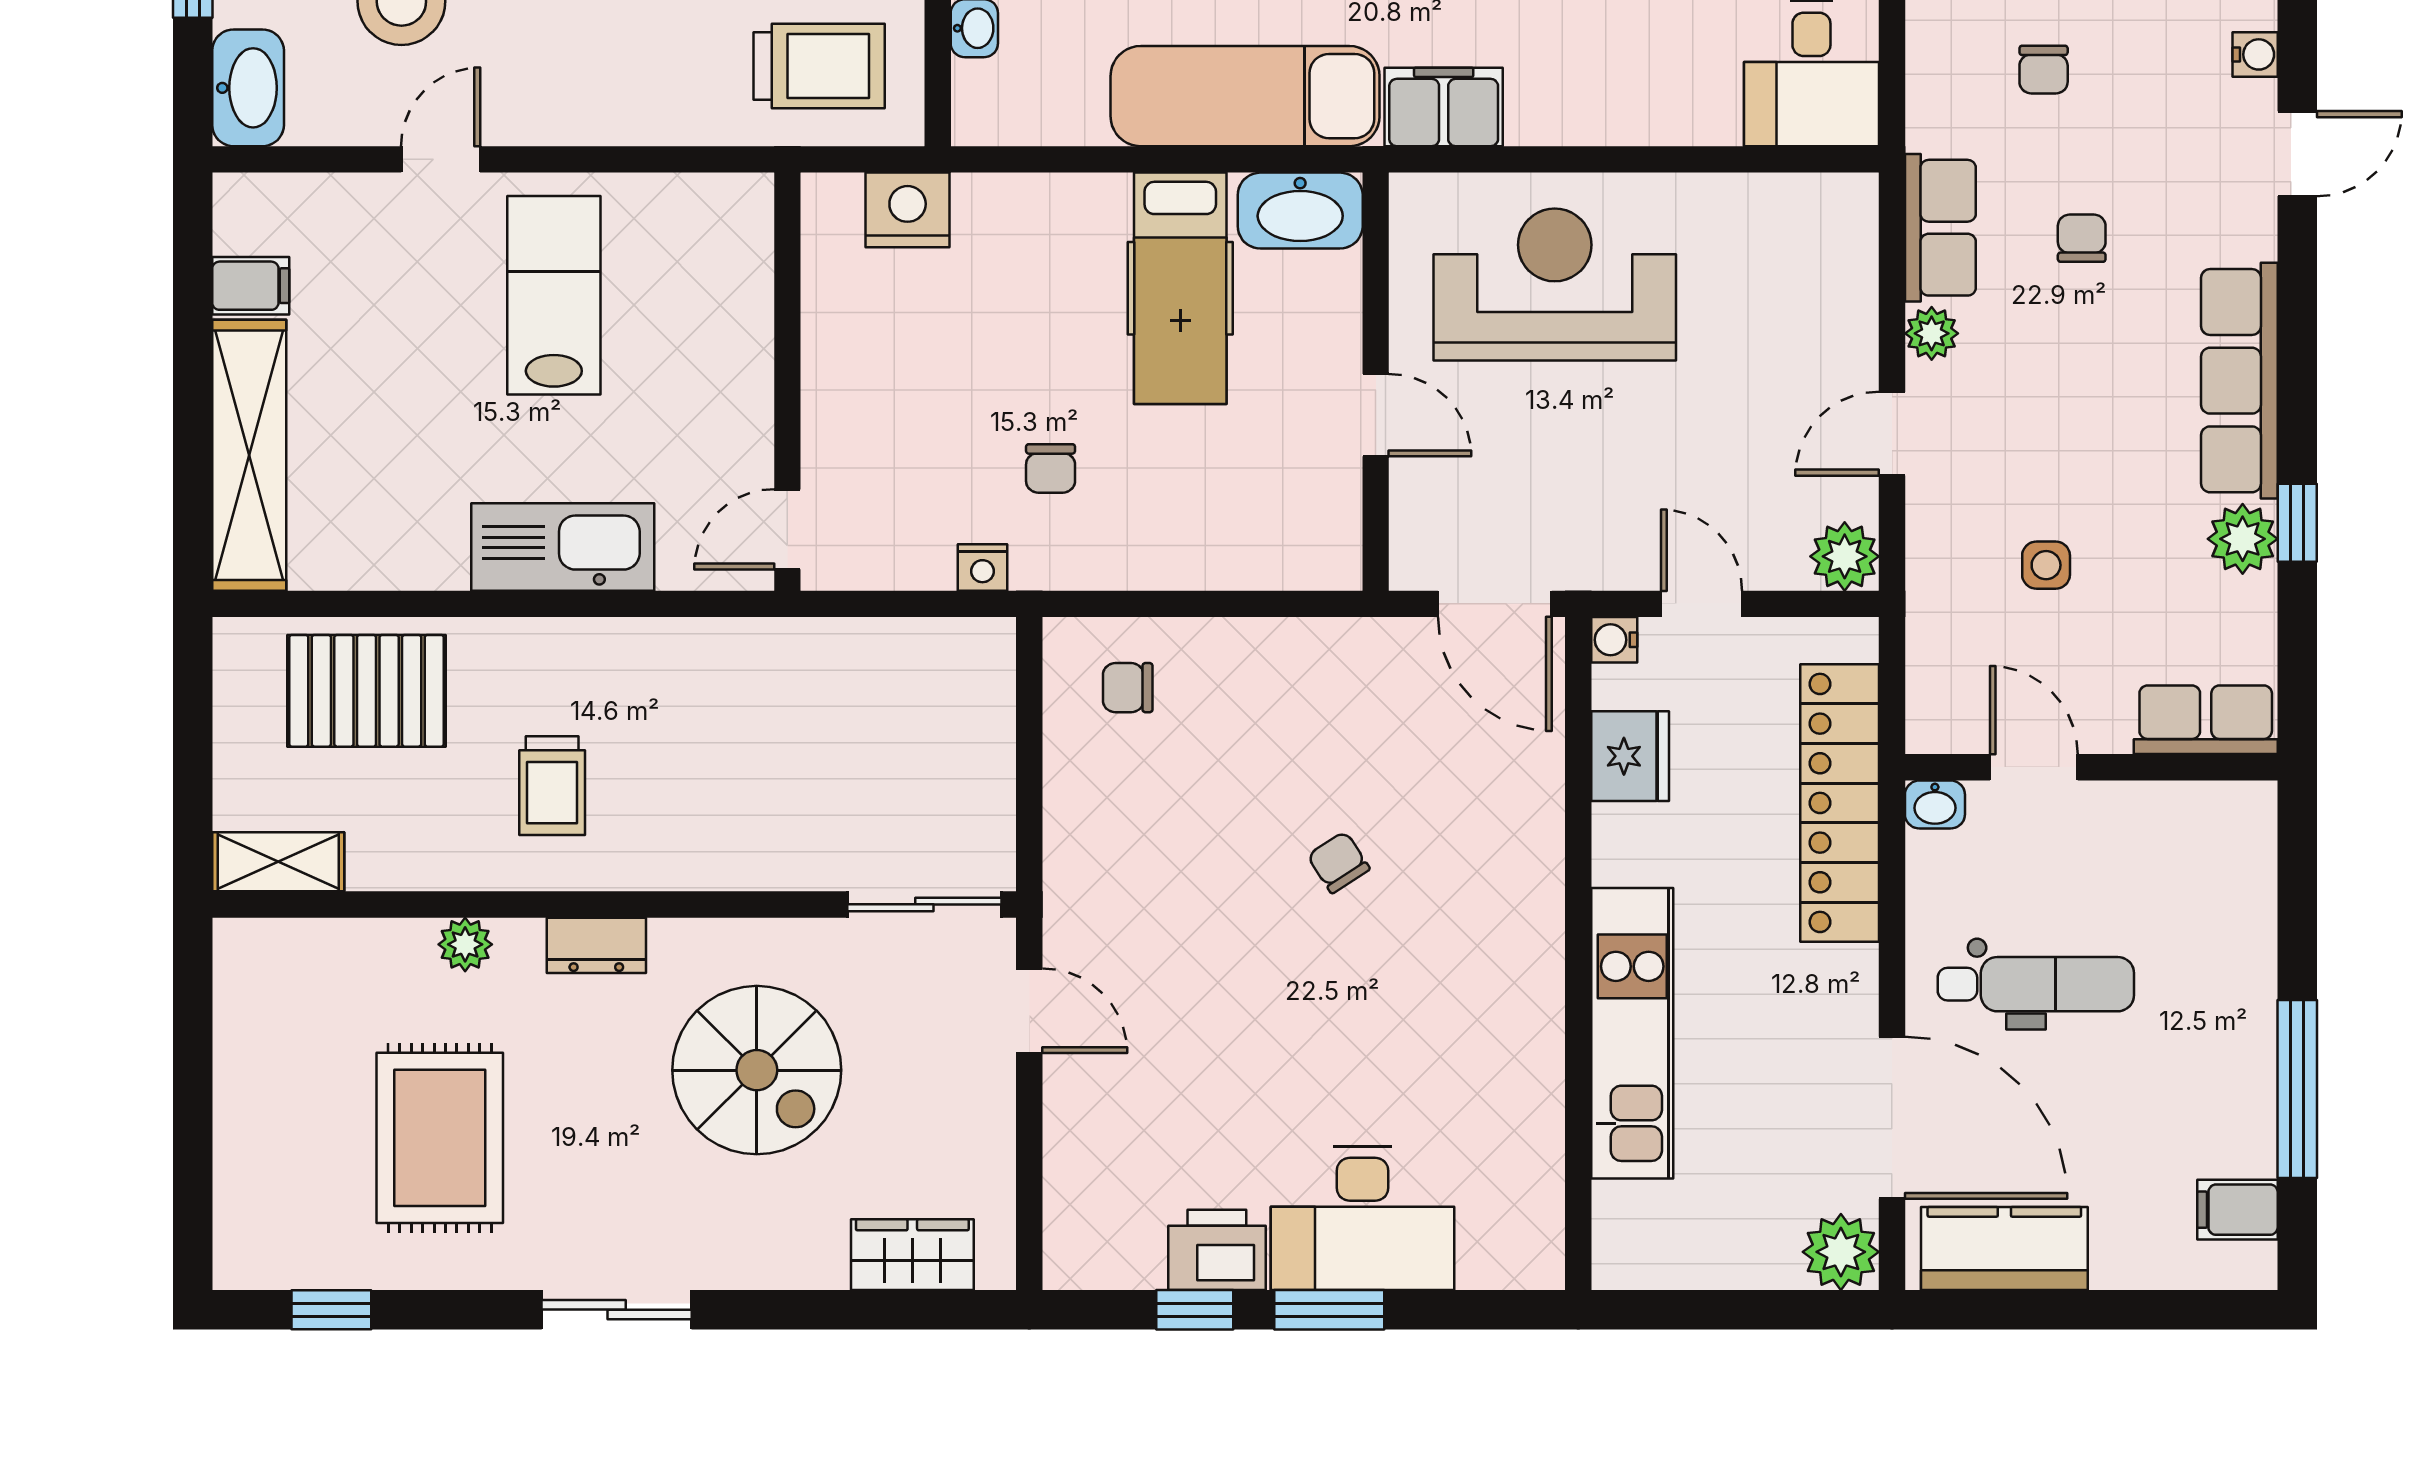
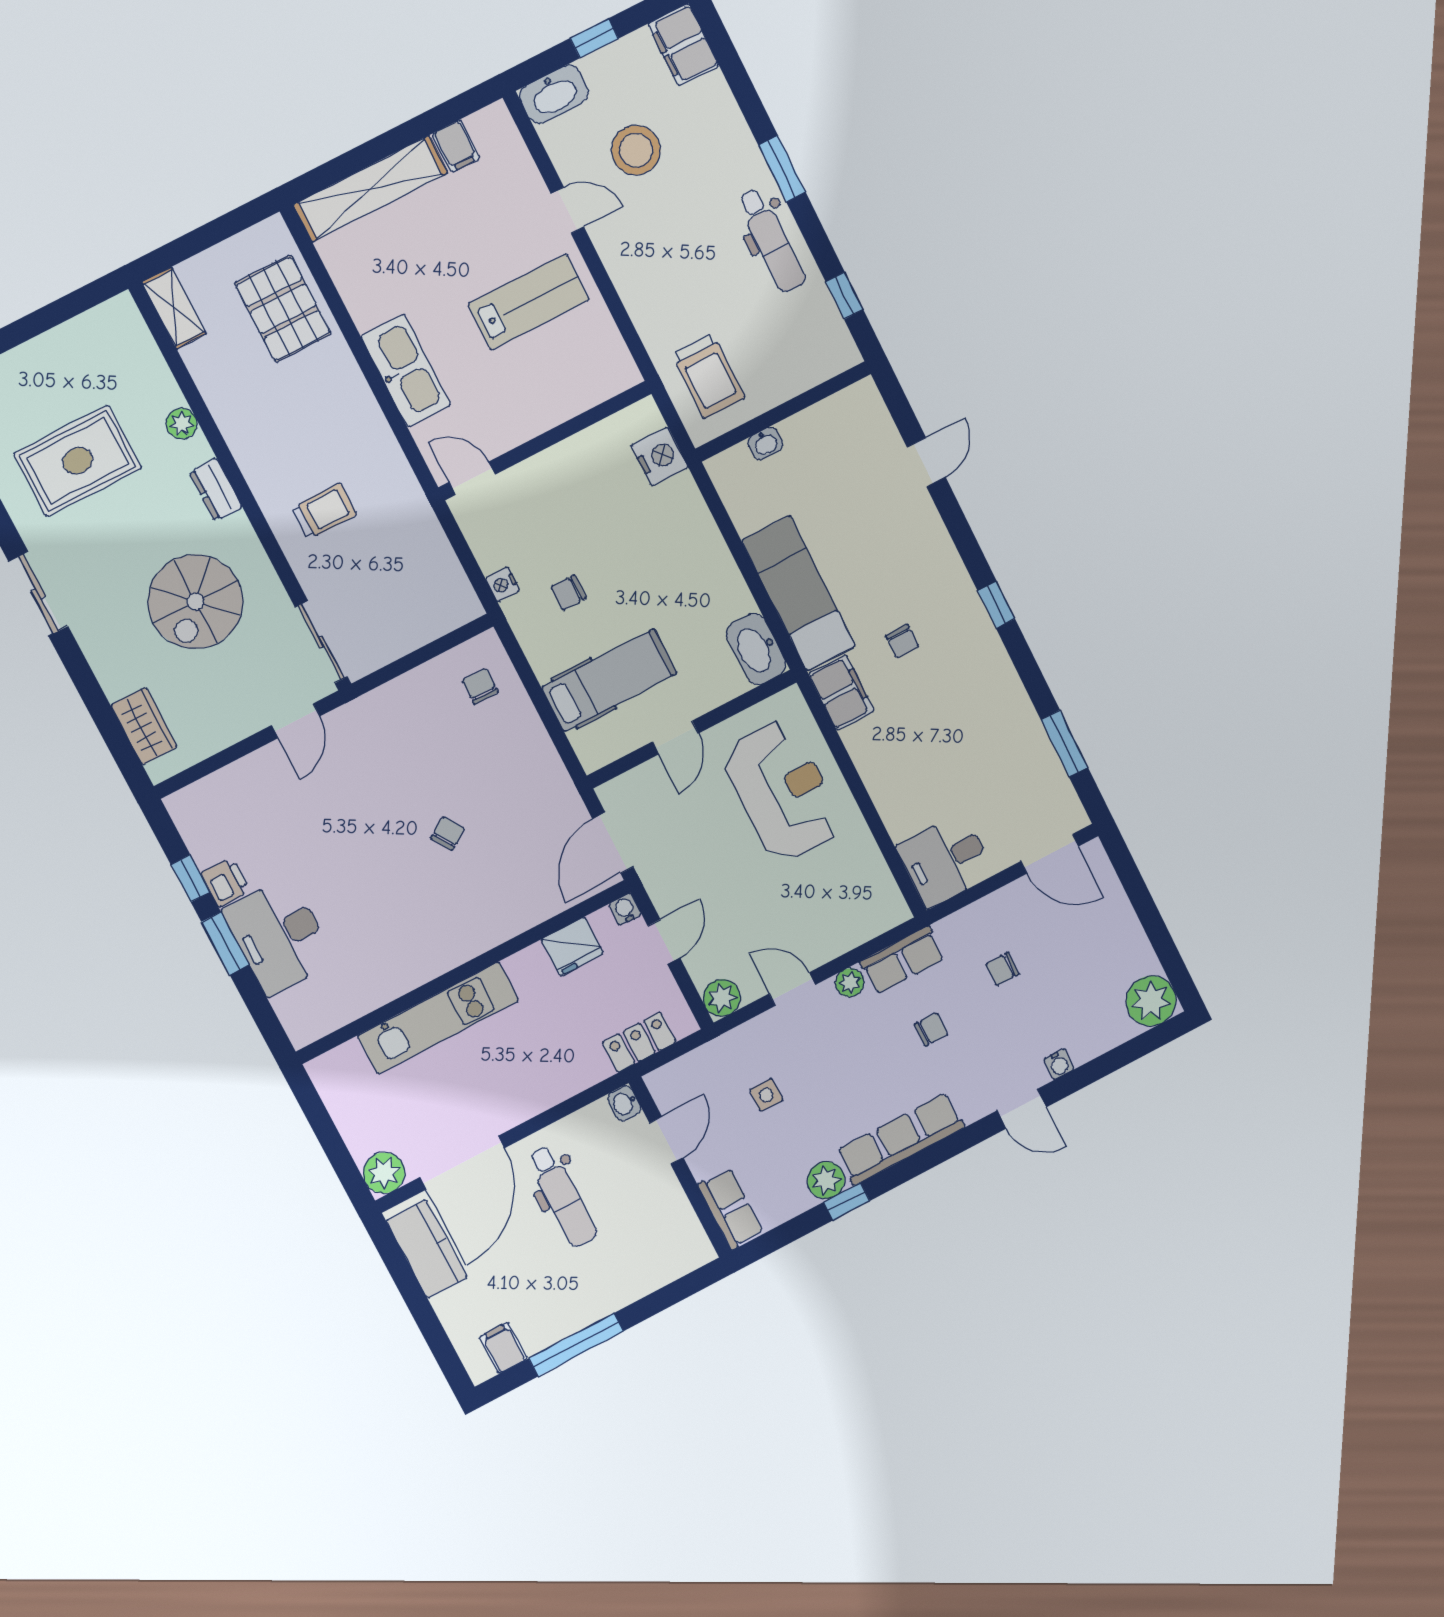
hospital bed: (1180, 288) -> (609, 680), moved, turned 180
trolley: (552, 786) -> (324, 511), moved, turned 180
locker: (1840, 803) -> (639, 1042), width x0.46, depth x0.83
printer: (1217, 1250) -> (225, 882), width x0.73, depth x0.81

